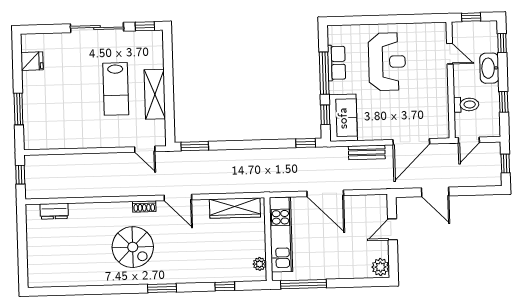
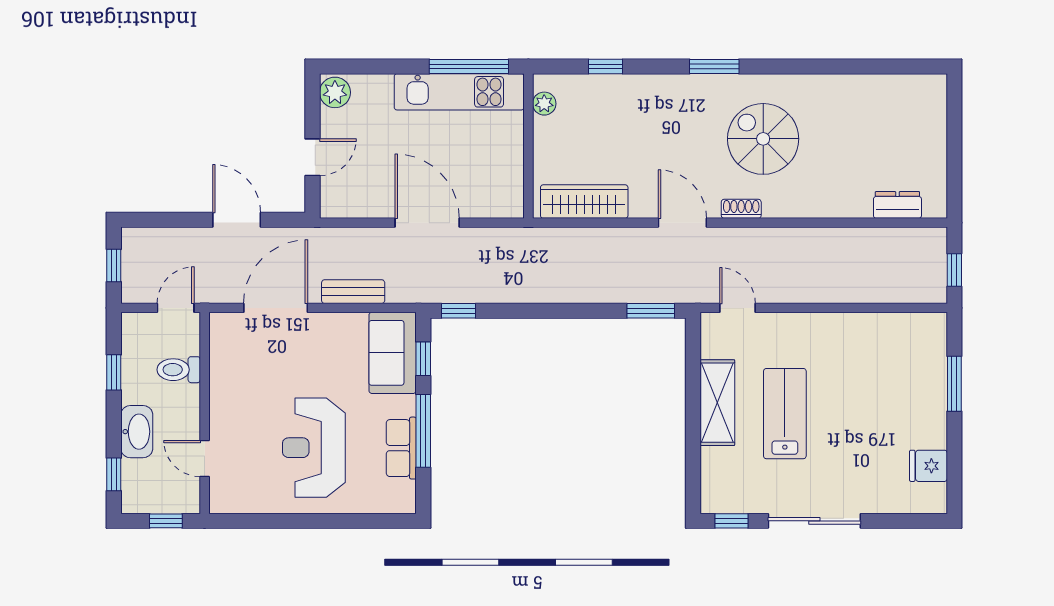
kitchen unit: (281, 234) -> (459, 92), moved, turned -90

